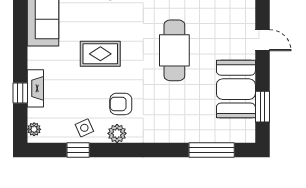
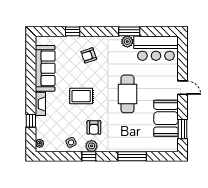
fireplace: (35, 88) -> (40, 104), moved
armchair: (121, 104) -> (94, 127), turned -90
window: (78, 150) -> (89, 156), moved
window: (212, 150) -> (132, 156), moved

